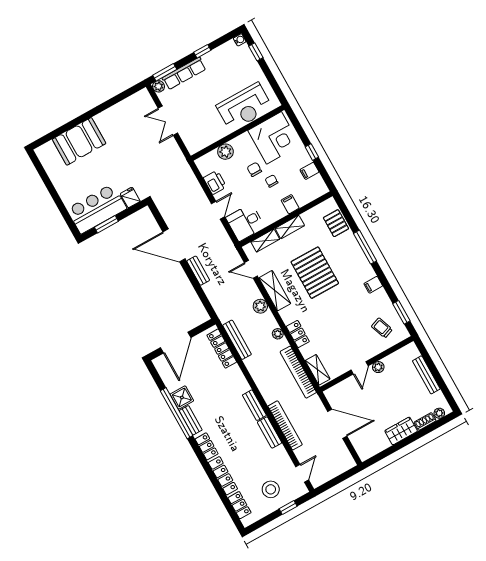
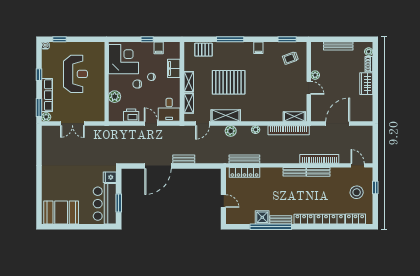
reception desk: (244, 107) -> (76, 74), moved
booth: (79, 141) -> (61, 212), moved, turned 90
filing cabinet: (290, 204) -> (174, 68), width x2.00
locker: (298, 334) -> (263, 116), removed
door: (176, 343) -> (223, 201), width x0.53

